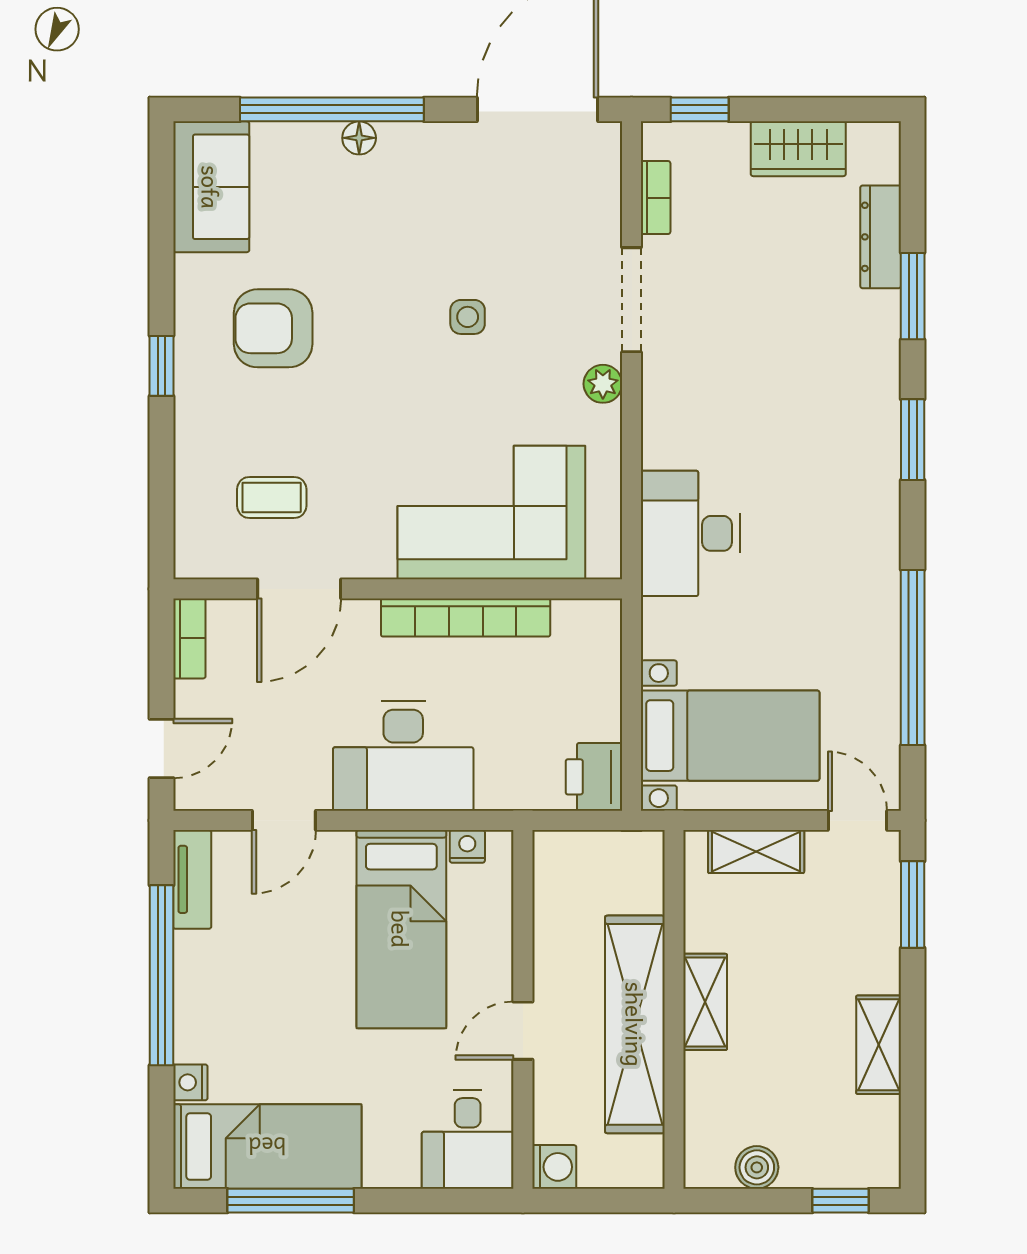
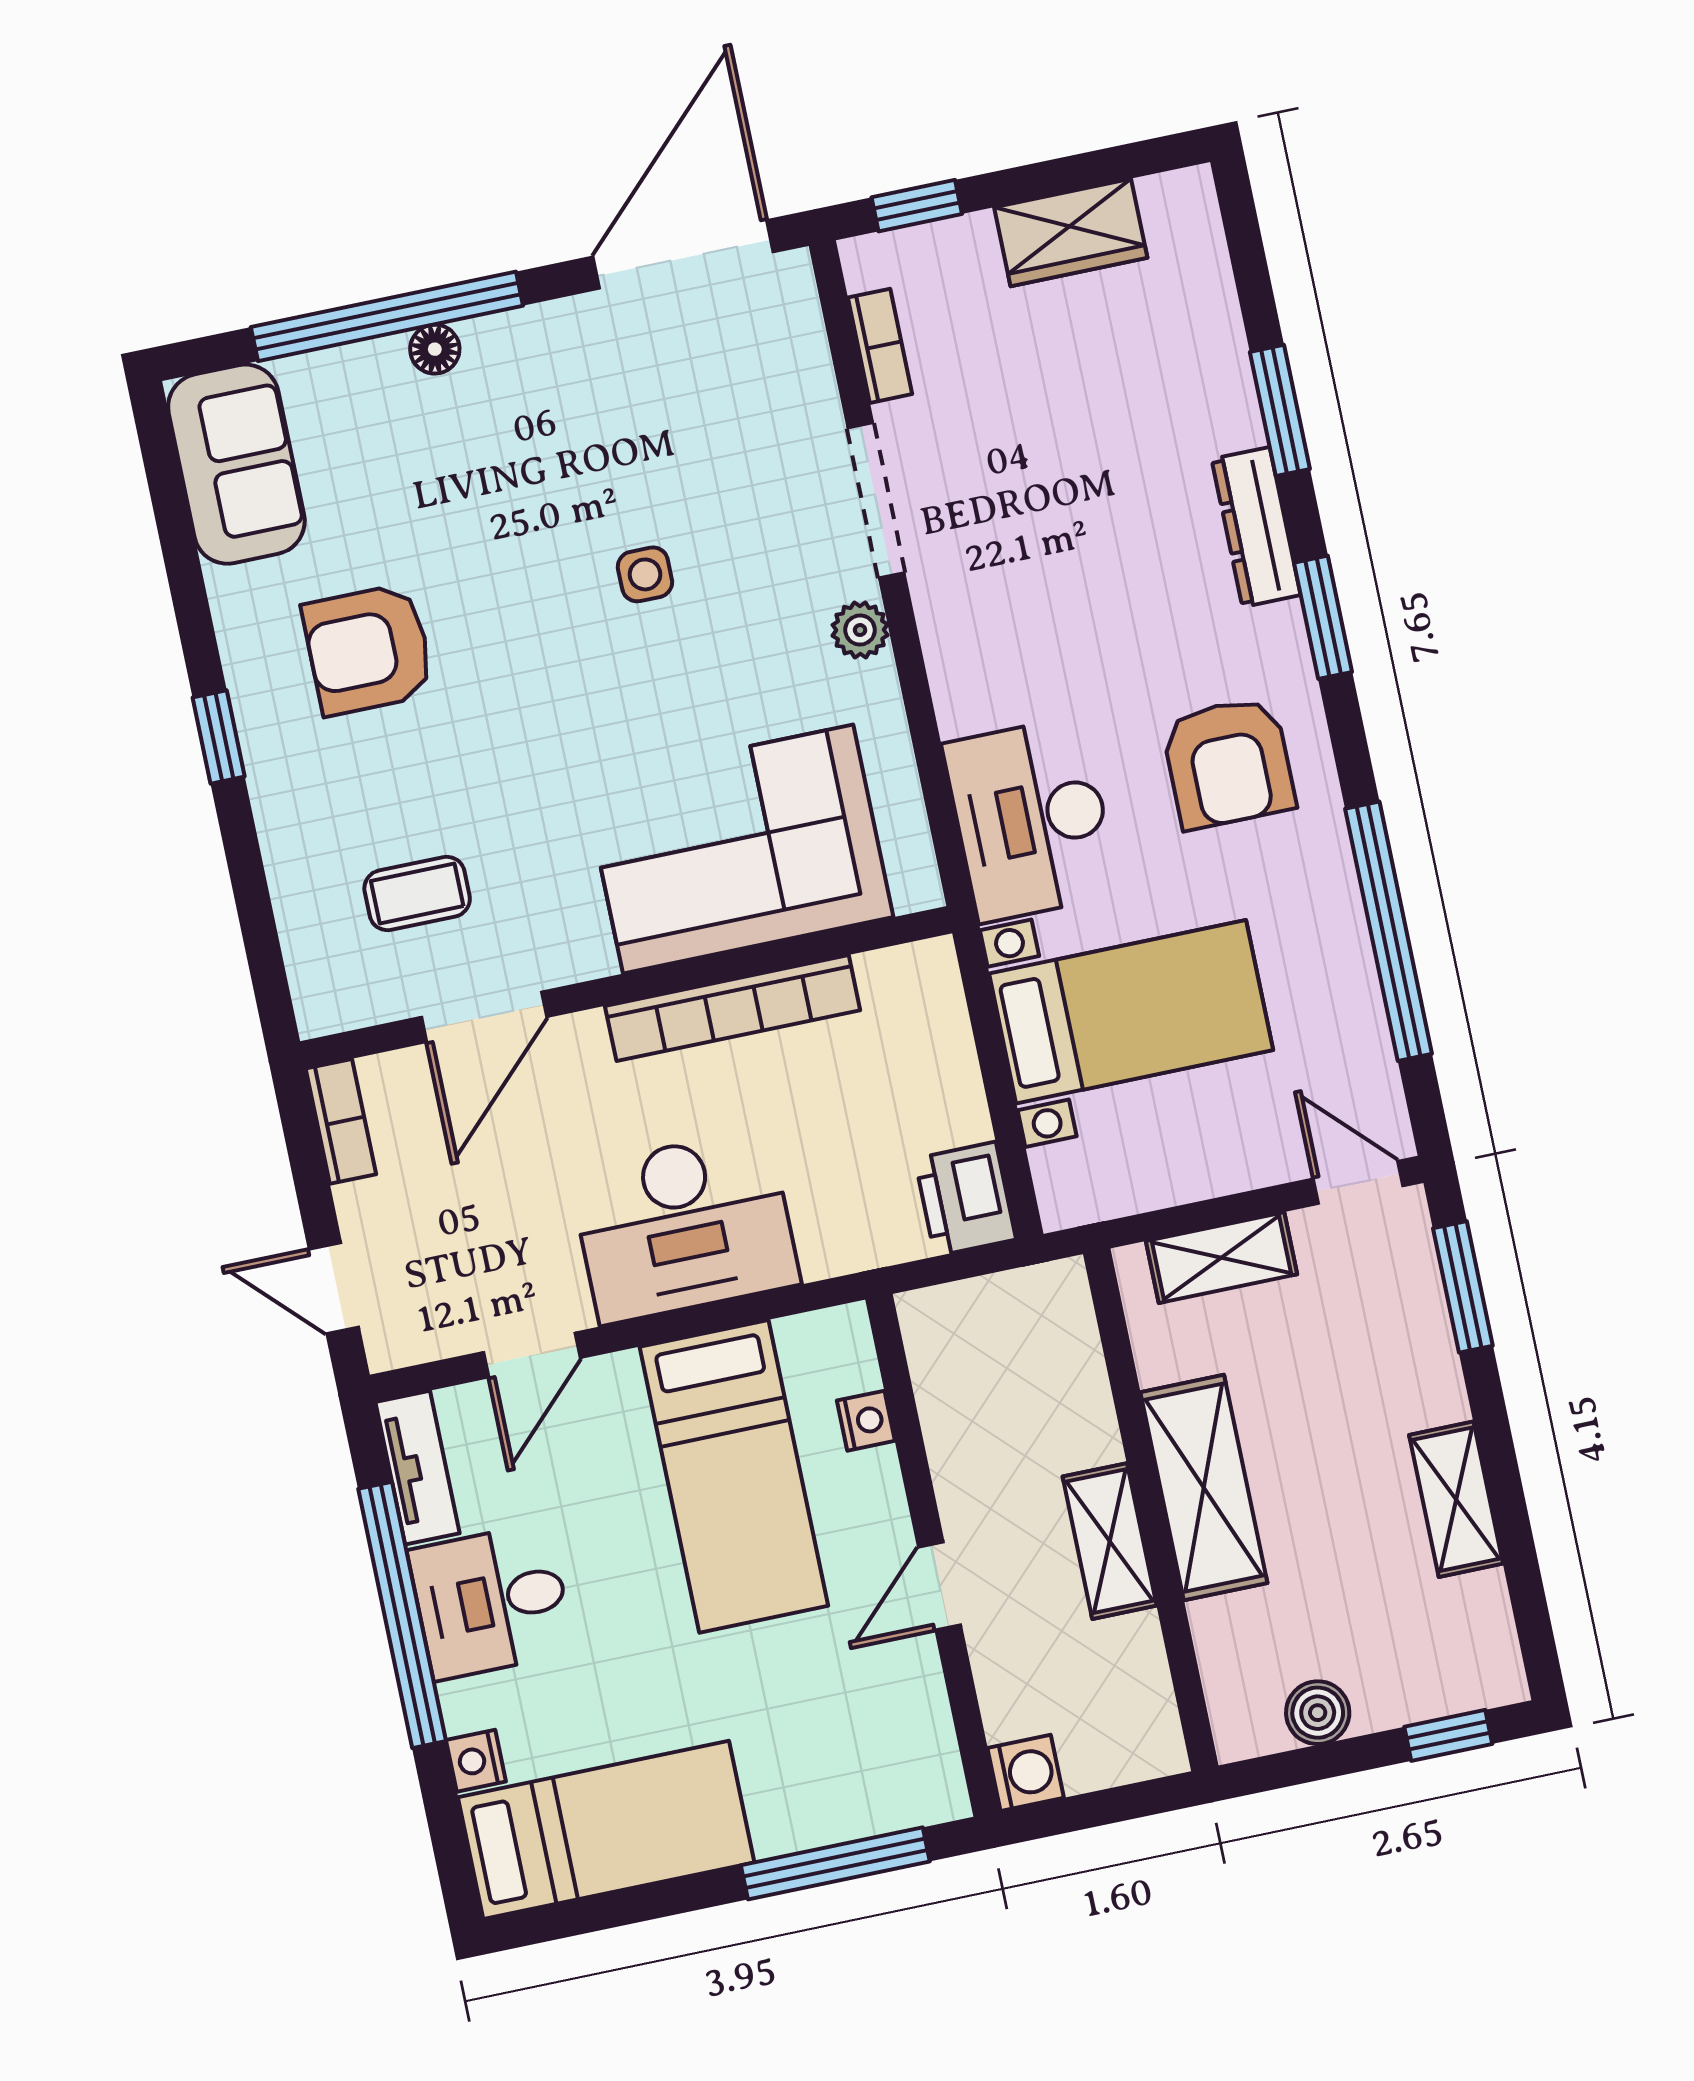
dresser: (881, 237) -> (1256, 527), moved
armchair: (829, 523) -> (1228, 763), added
bed with nightstands: (730, 736) -> (1131, 1012), moved
door: (161, 748) -> (334, 1288), swing flipped
nightstand: (467, 846) -> (866, 1421), moved, turned 90
shelving: (705, 1002) -> (1204, 1488), width x1.50, depth x1.33
shelving: (635, 1024) -> (1110, 1541), width x0.45, depth x0.75
desk: (468, 1139) -> (491, 1601), moved, turned 90
window: (291, 1201) -> (835, 1863), moved

